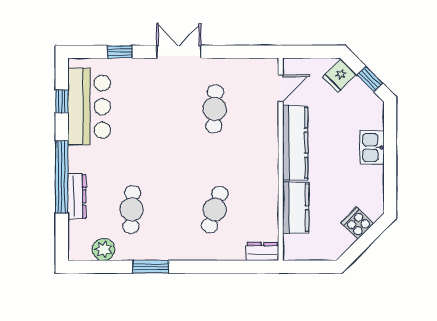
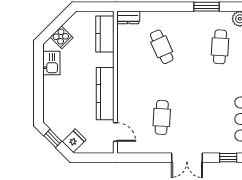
door: (281, 88) -> (115, 132), swing flipped
kitchen sink: (372, 147) -> (51, 63), moved
kitchen counter: (296, 208) -> (105, 34), moved
cafe table: (215, 210) -> (162, 47), turned -42

